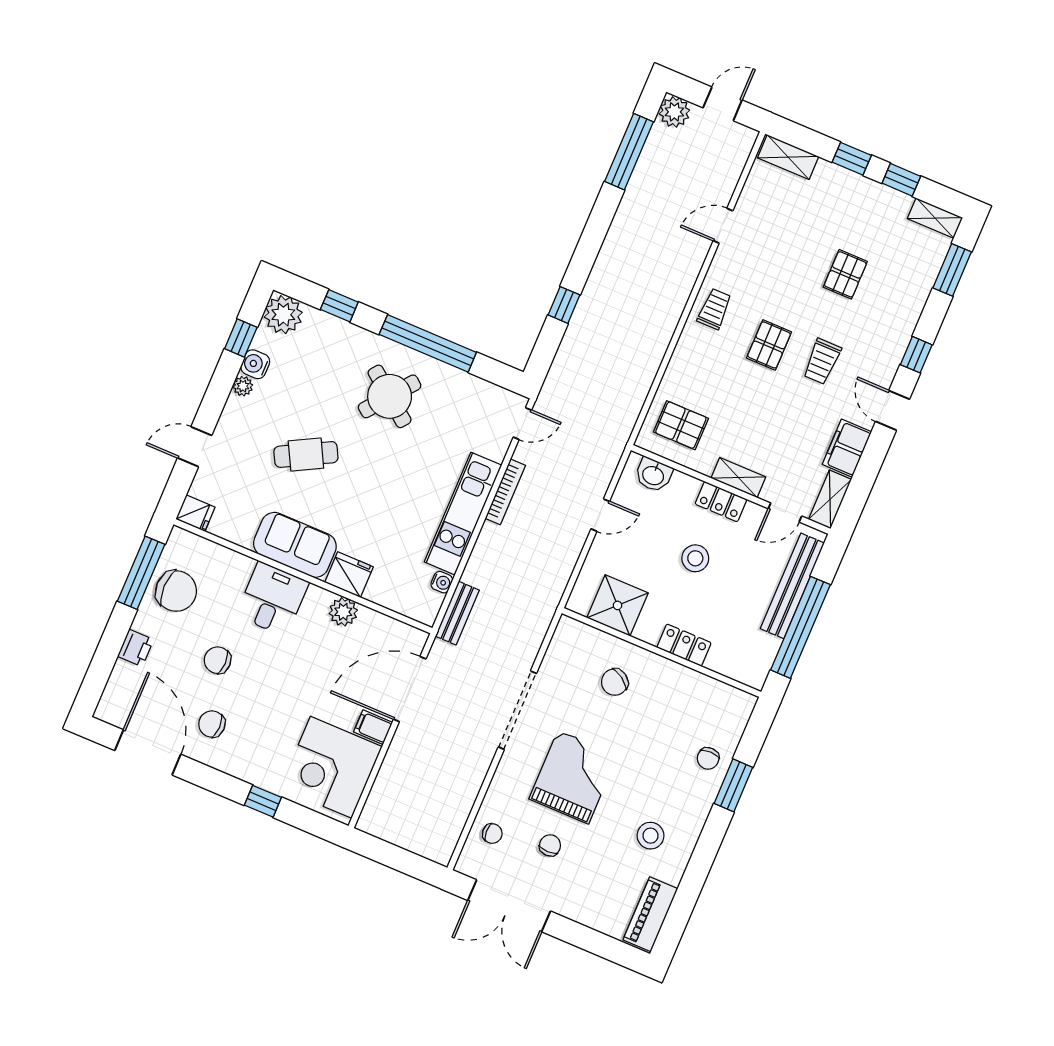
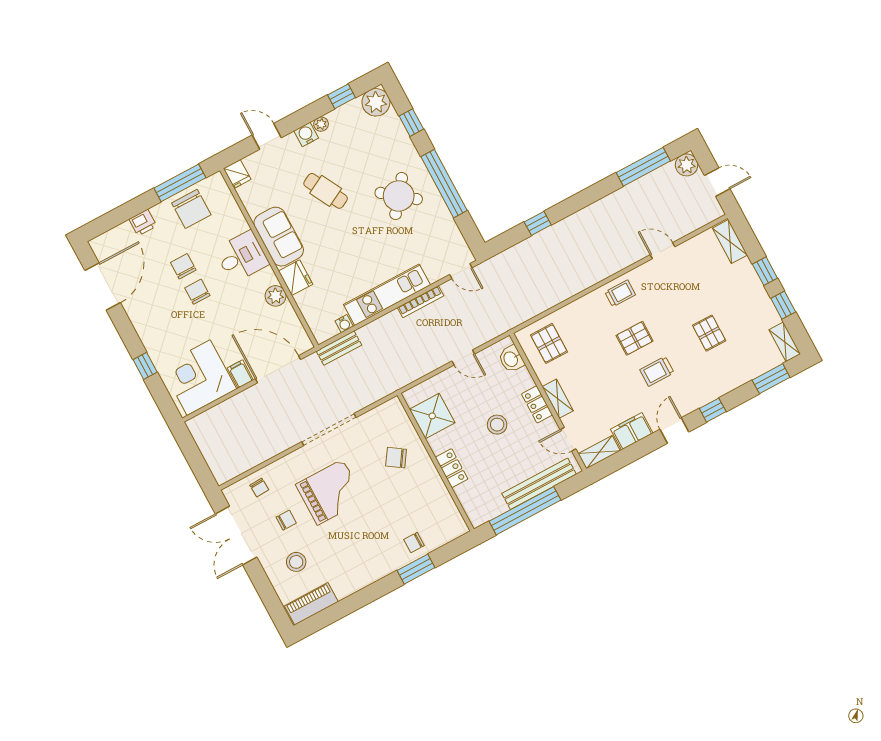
pallet: (845, 274) -> (709, 333), turned 90
water cooler: (255, 364) -> (306, 134), moved
chair: (212, 724) -> (197, 292), moved
stool: (650, 836) -> (296, 562), moved

